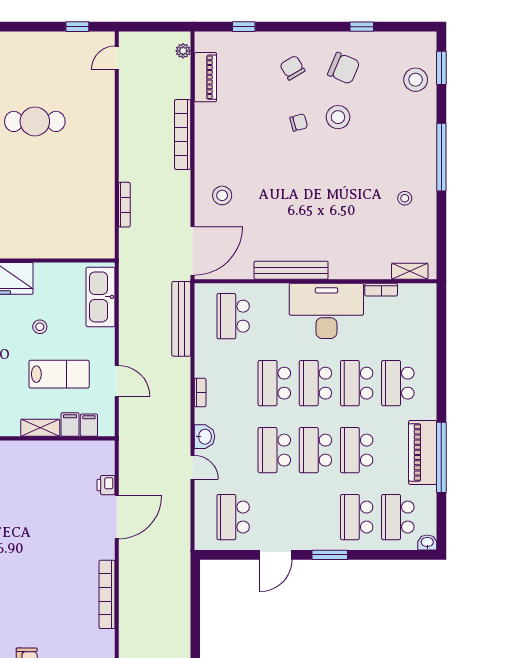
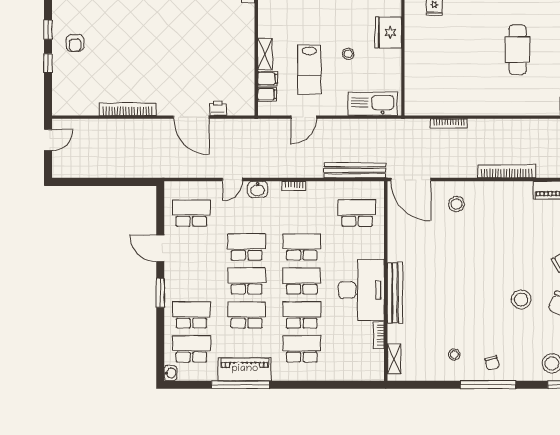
chair: (299, 122) -> (492, 363), moved
bench: (291, 270) -> (395, 293), moved

